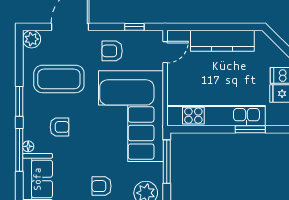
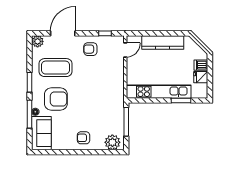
corner sofa: (131, 116) -> (103, 92), removed
armchair: (59, 127) -> (56, 99), width x1.88, depth x1.88

